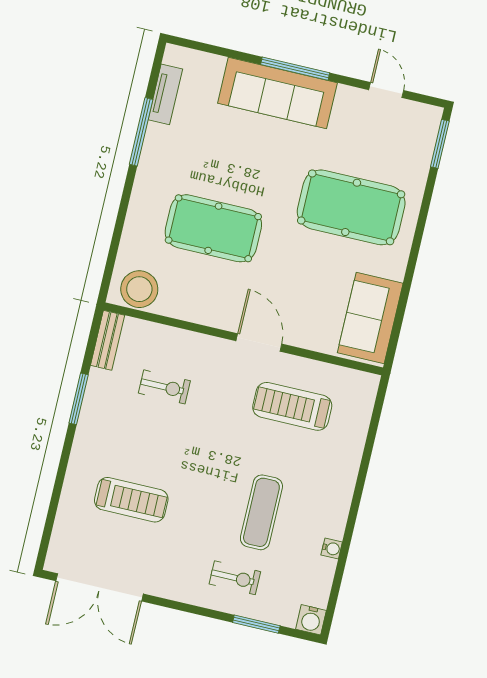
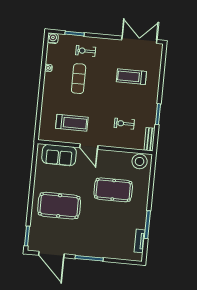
door: (386, 90) -> (51, 255), width x1.87
sofa: (277, 93) -> (95, 248), removed
sofa: (370, 318) -> (59, 155), moved, turned 90

